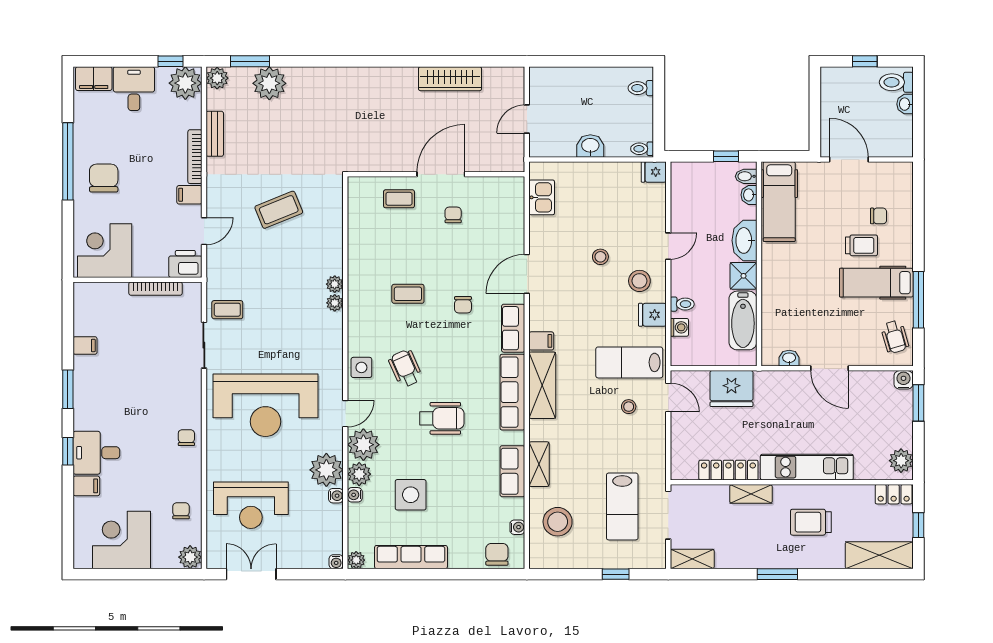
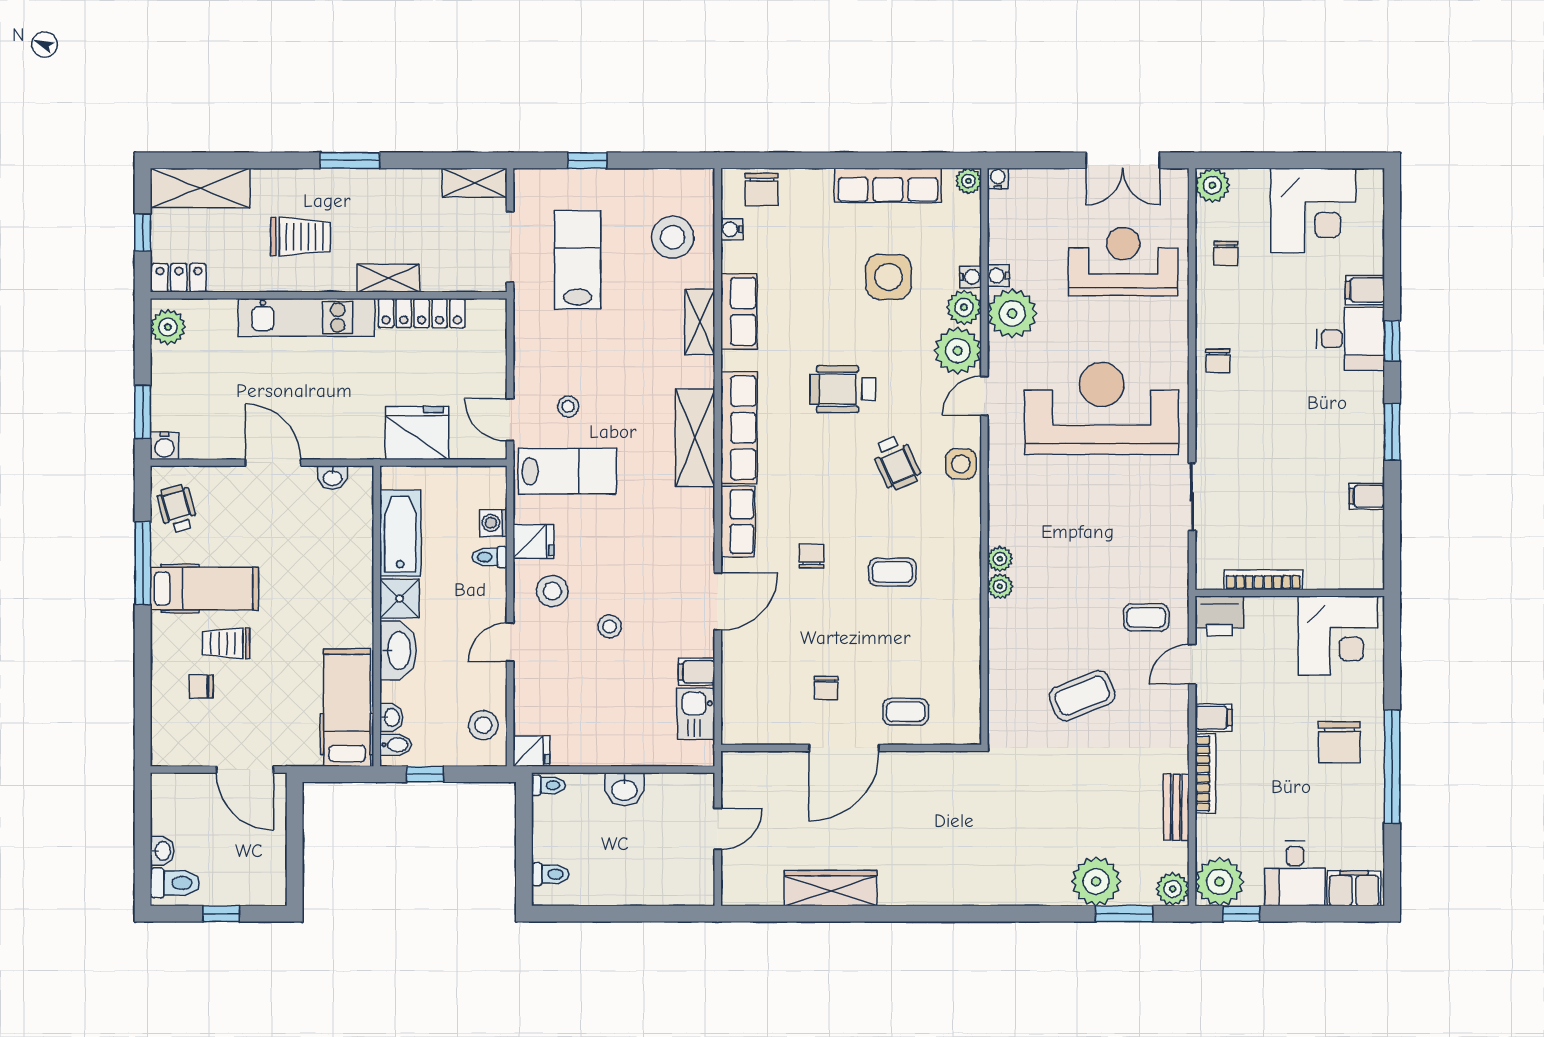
stool: (686, 190) -> (483, 725), added
coffee table: (227, 310) -> (1146, 617), moved
filing cabinet: (541, 341) -> (697, 672), moved

